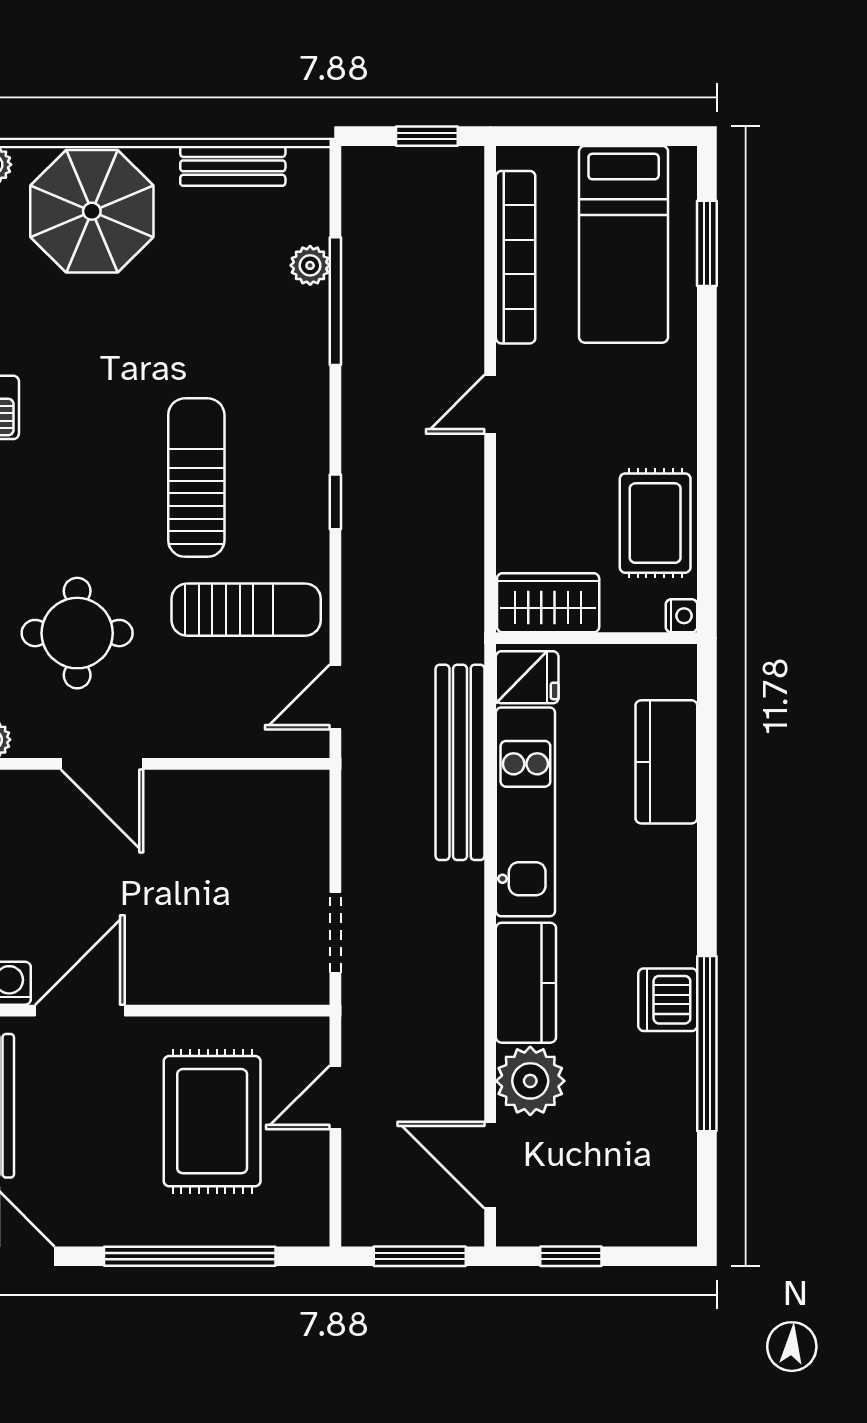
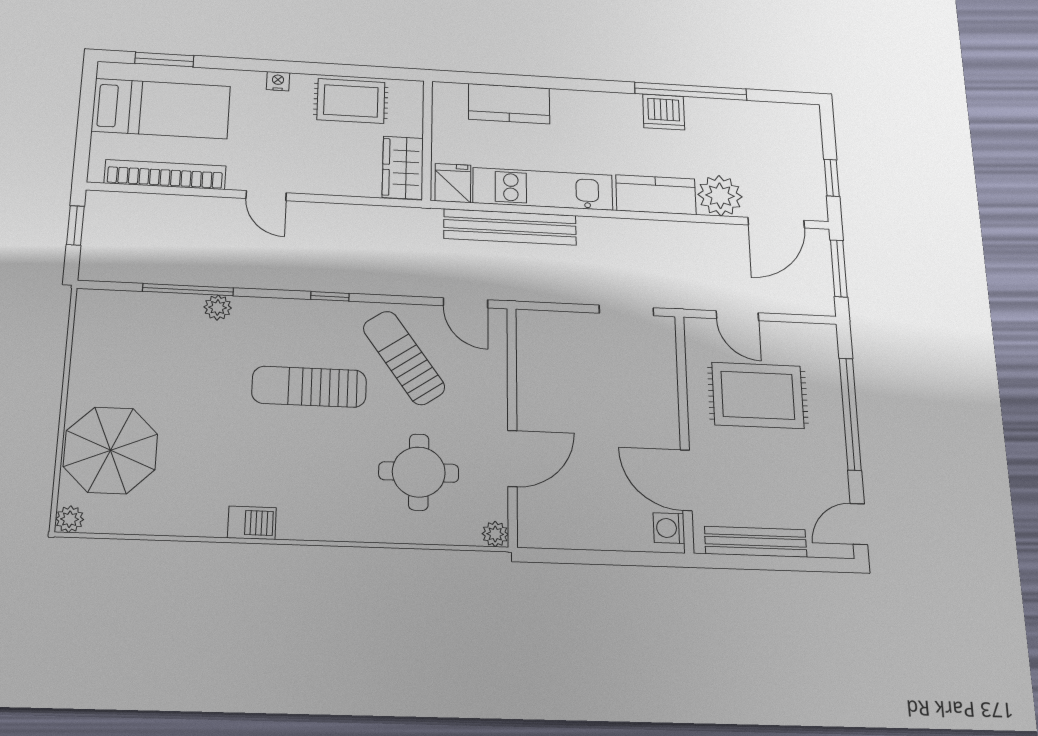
bench: (233, 166) -> (85, 353), removed
plant: (310, 265) -> (218, 308), moved
sun lounger: (246, 610) -> (404, 358), turned -35
nightstand: (681, 616) -> (278, 81), moved

